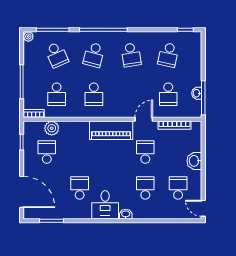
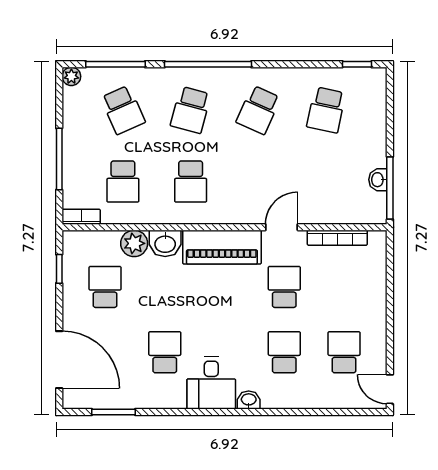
school desk: (131, 55) -> (258, 110), turned 33
school desk: (168, 94) -> (326, 182), removed
plant: (52, 128) -> (134, 243), moved
washbasin: (194, 161) -> (165, 243), moved, turned -90

